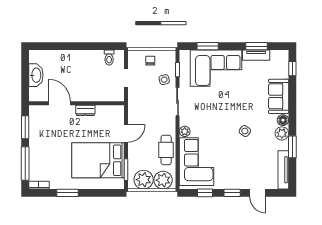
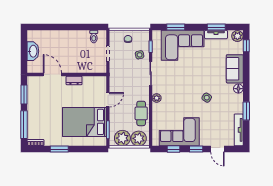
plant: (282, 133) -> (237, 36), moved
corner sofa: (196, 162) -> (179, 132), moved, turned -90

